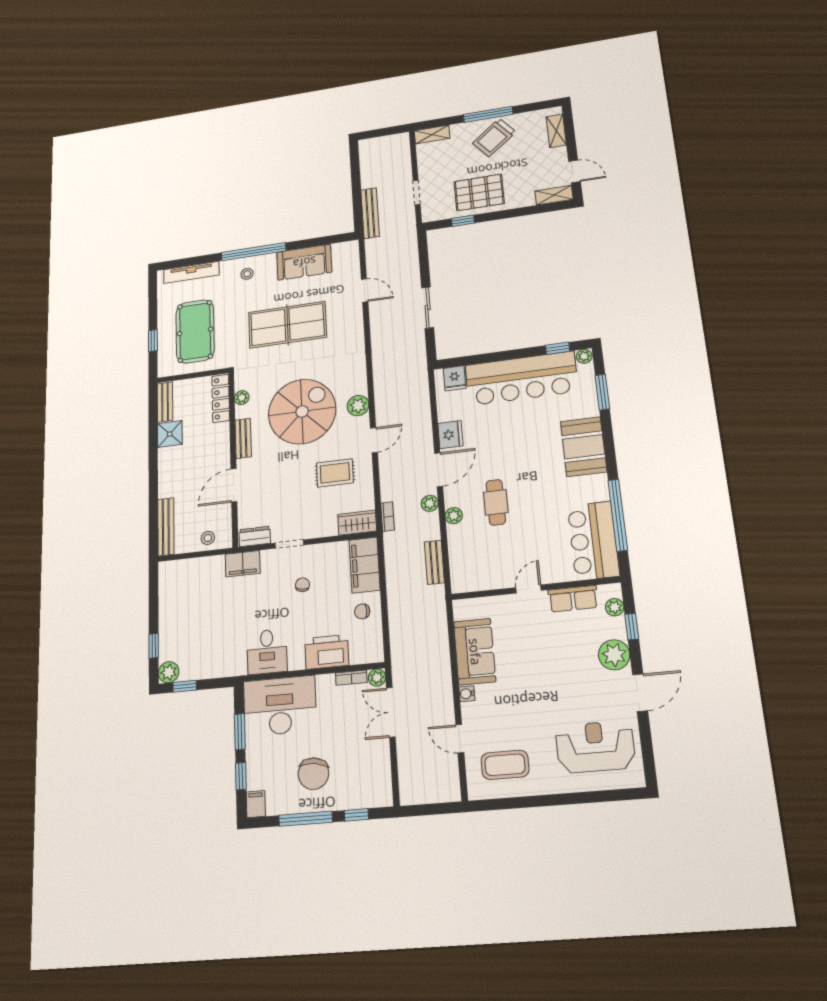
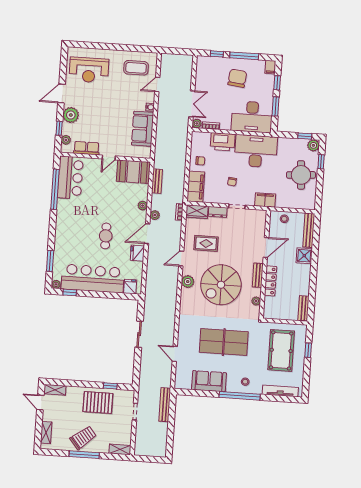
locker: (221, 398) -> (271, 281), moved
shower: (170, 434) -> (304, 256), moved
booth: (584, 447) -> (133, 172), moved, turned 90
cafe table: (496, 502) -> (106, 236), moved
dresser: (255, 536) -> (218, 212), moved
round table: (186, 617) -> (301, 175), added
desk: (267, 652) -> (256, 151), width x1.87, depth x1.30
door: (460, 739) -> (157, 85), swing flipped

